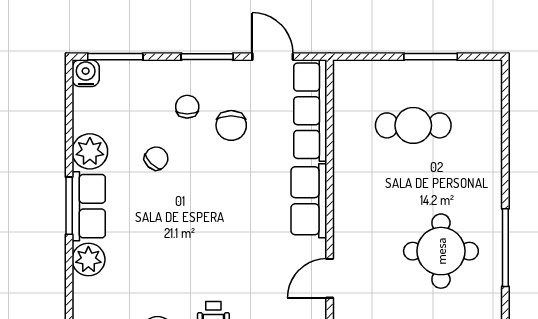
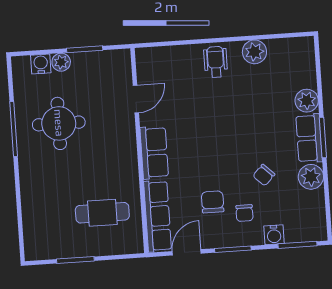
door: (273, 57) -> (187, 252), swing flipped
water cooler: (86, 73) -> (274, 235), moved
cafe table: (413, 125) -> (102, 213), moved

